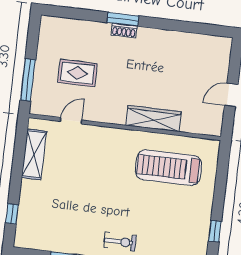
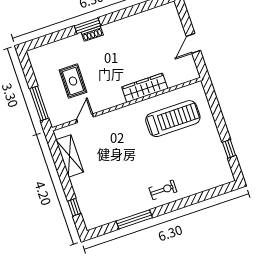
rug: (77, 73) -> (73, 81), turned 90
treadmill: (169, 168) -> (173, 119), turned 180

